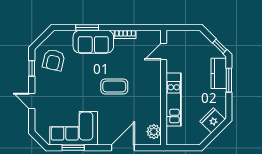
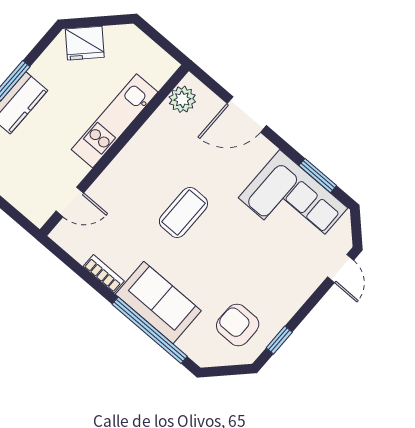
window: (87, 27) -> (150, 330), width x2.11
armchair: (54, 60) -> (238, 325), turned -103
coffee table: (114, 87) -> (183, 212), turned 90
door: (32, 101) -> (341, 269), moved

